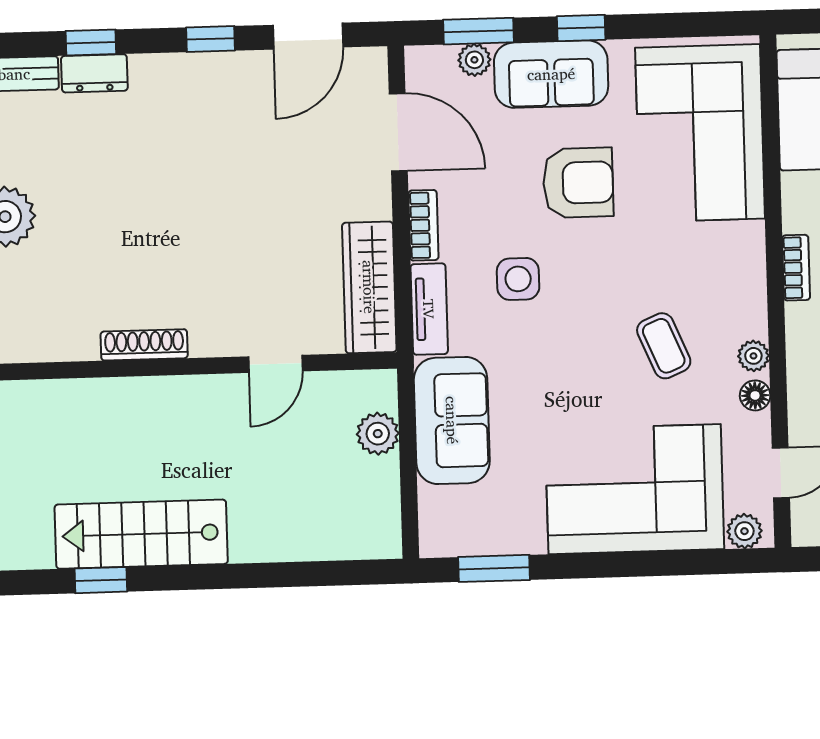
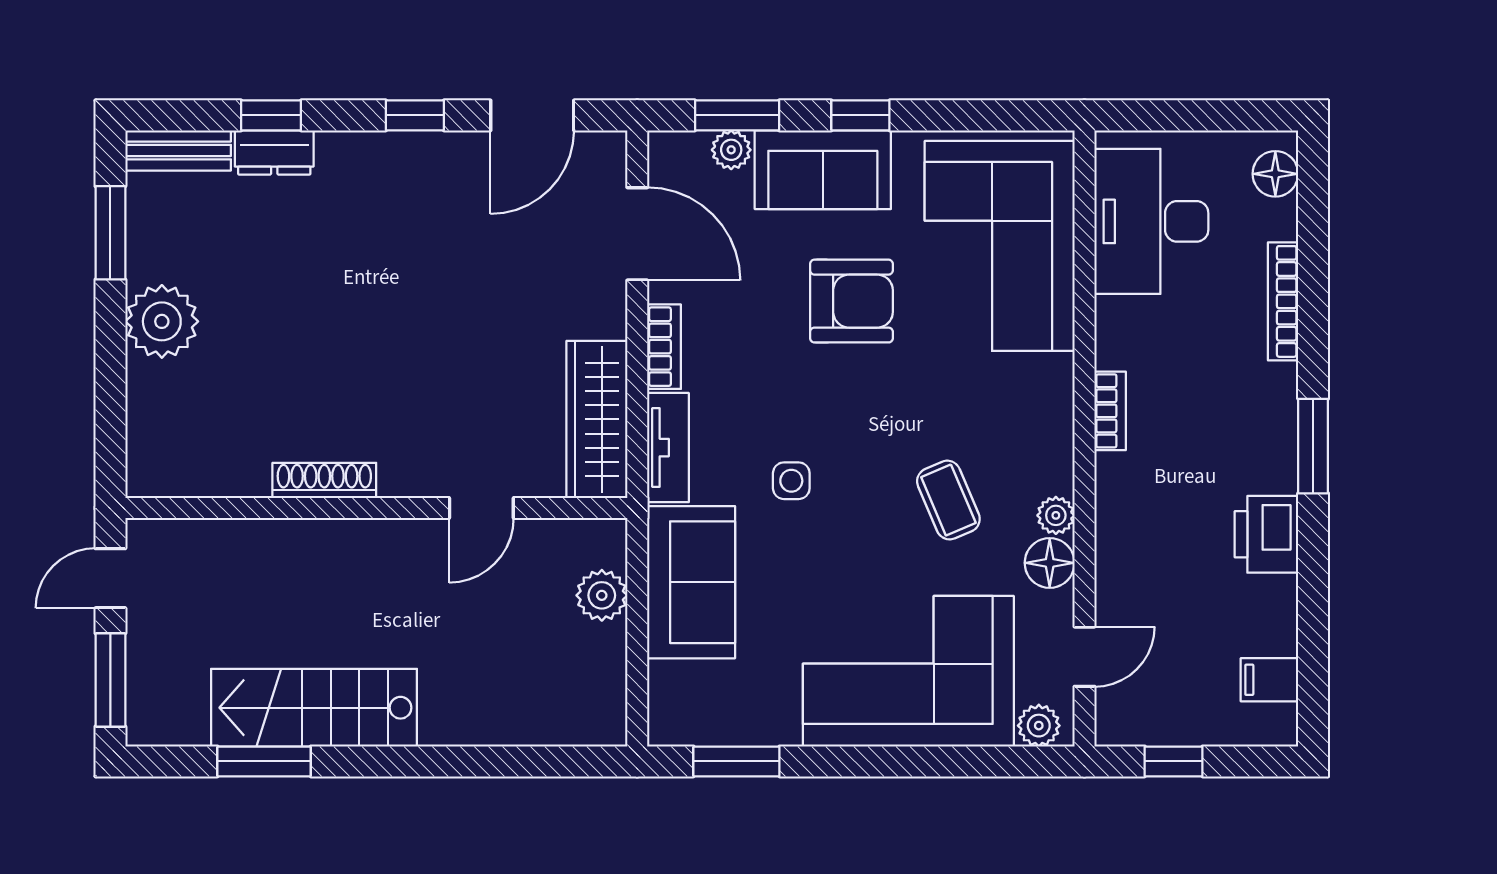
side table: (518, 279) -> (791, 481), moved, width x0.73, depth x0.73
floor lamp: (755, 395) -> (1050, 563), width x1.37, depth x1.37
window: (101, 580) -> (264, 761), width x1.50

